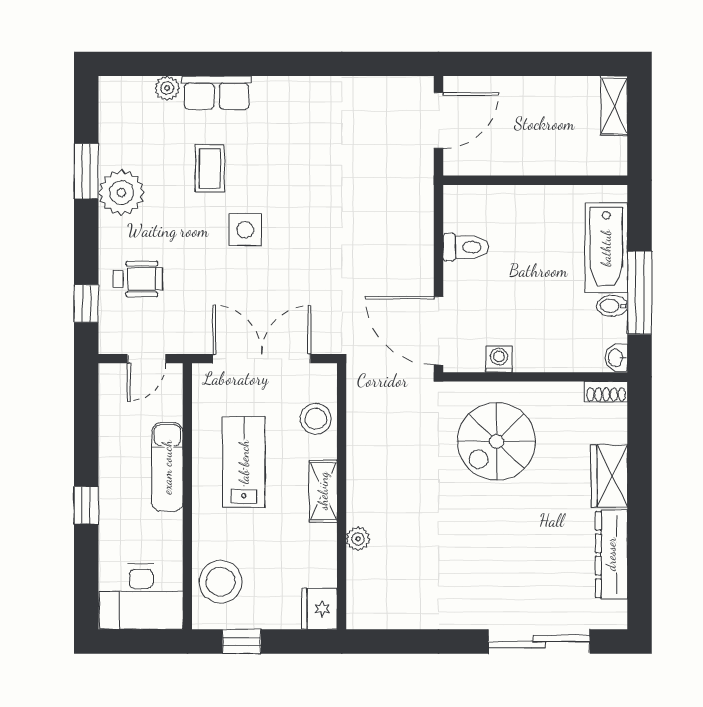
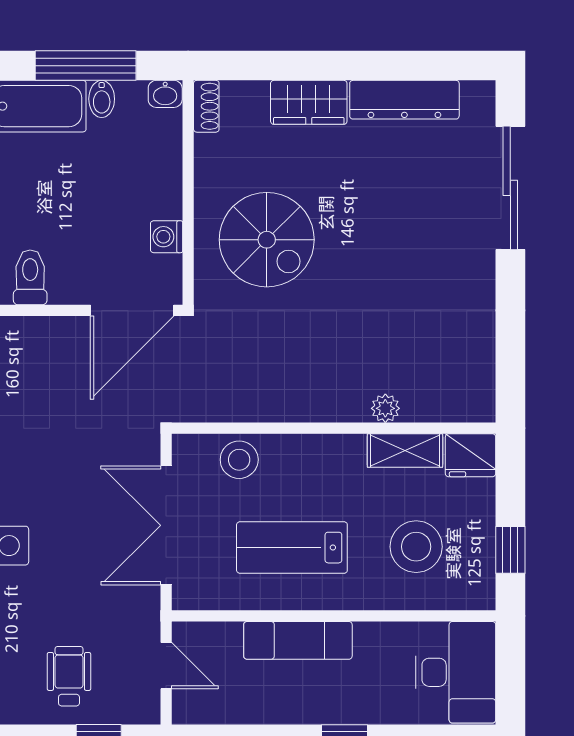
shelving: (323, 491) -> (405, 451), moved
stool: (221, 582) -> (416, 547), moved

